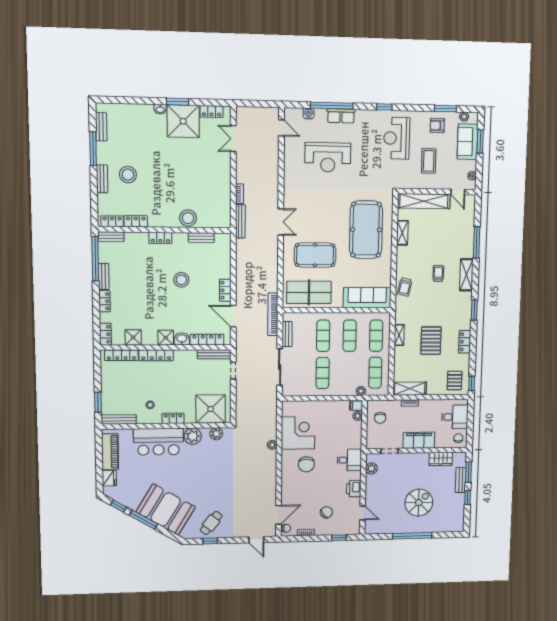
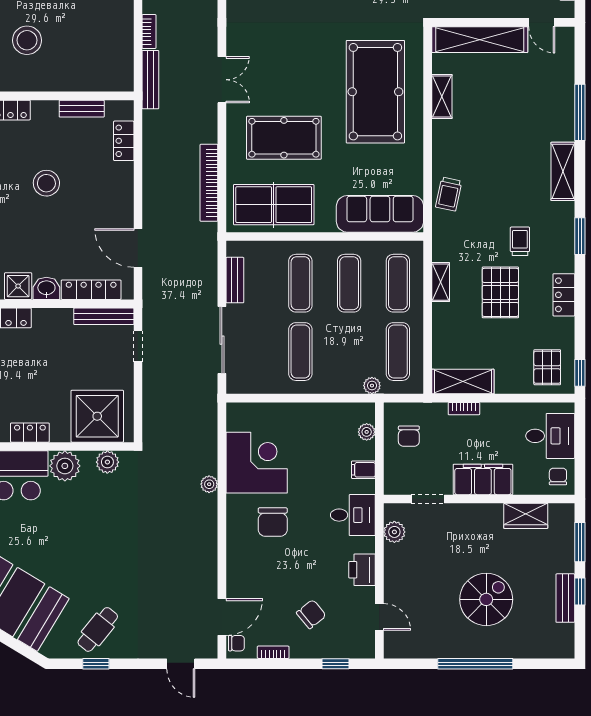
stool: (188, 218) -> (27, 40), moved
trolley: (438, 273) -> (520, 241), moved
locker: (225, 290) -> (124, 141), moved
bookcase: (273, 314) -> (209, 183), moved
filing cabinet: (356, 406) -> (363, 470), moved
bench: (461, 480) -> (565, 598), moved

